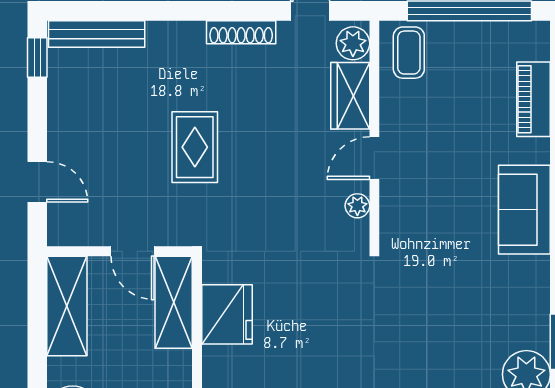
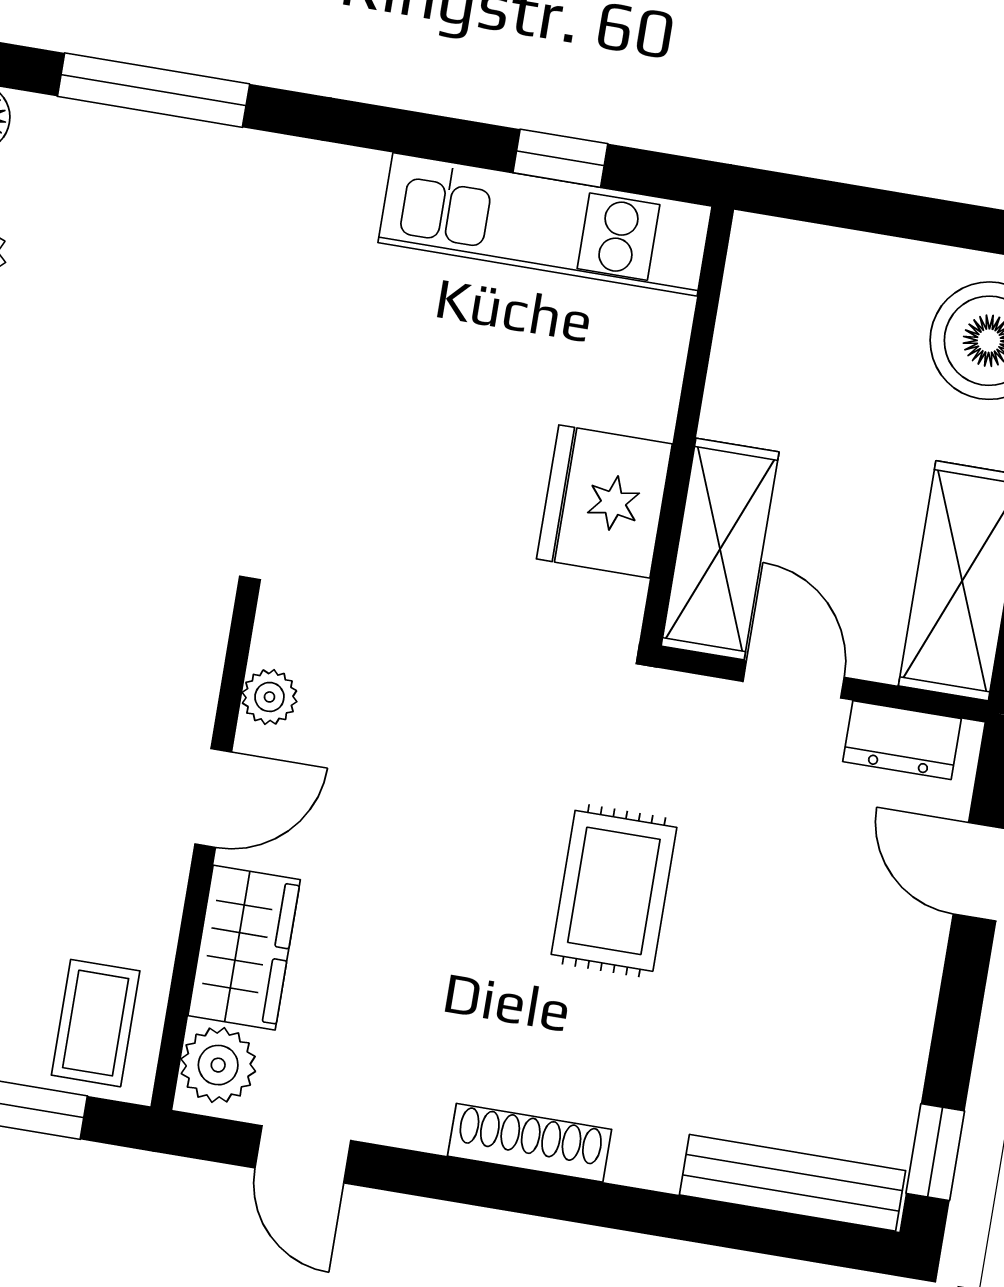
shoe rack: (241, 32) -> (530, 1143), moved
dresser: (81, 233) -> (902, 740), added

